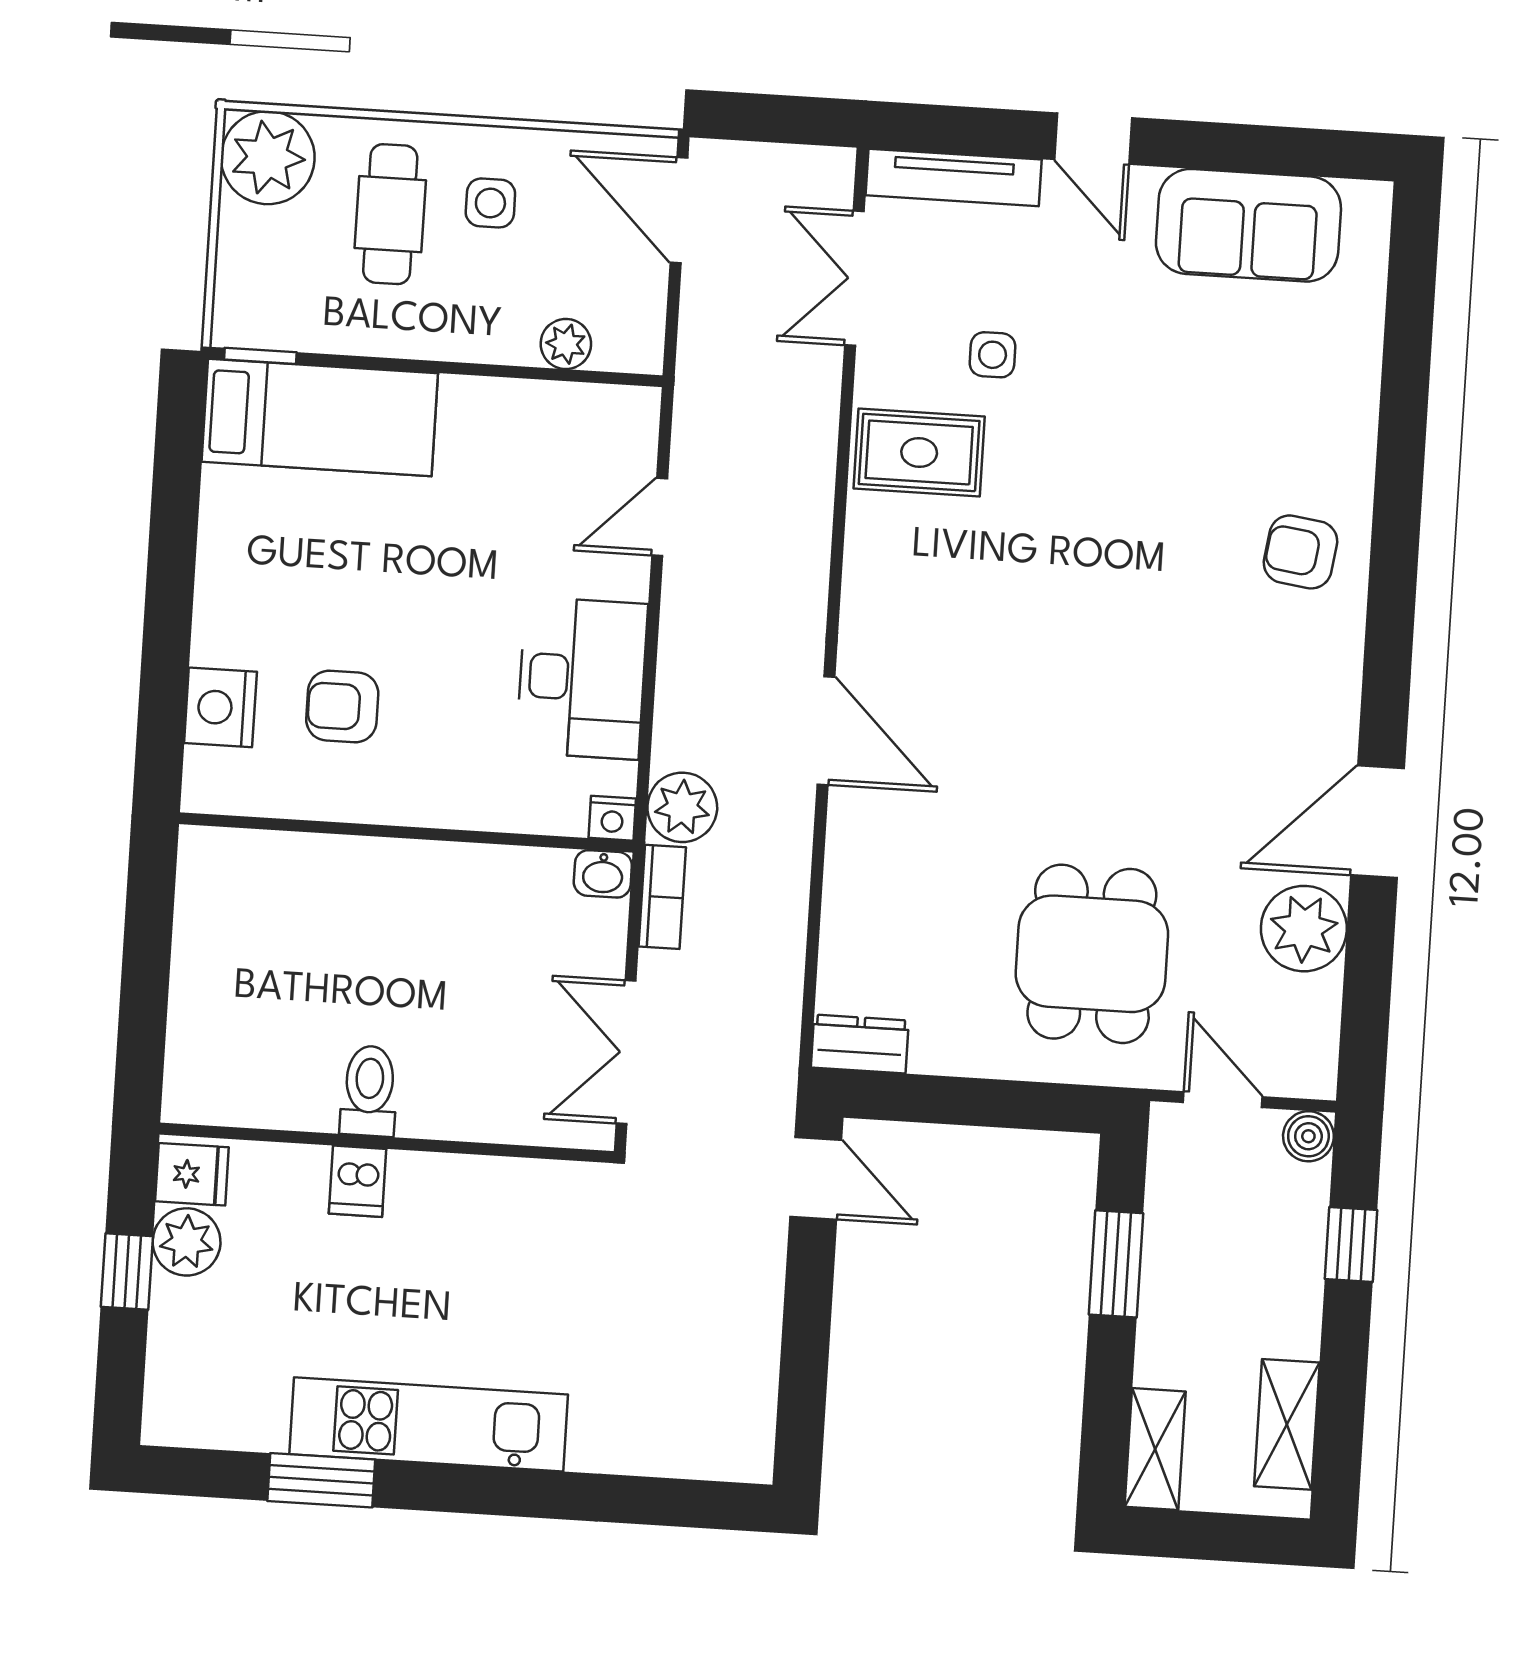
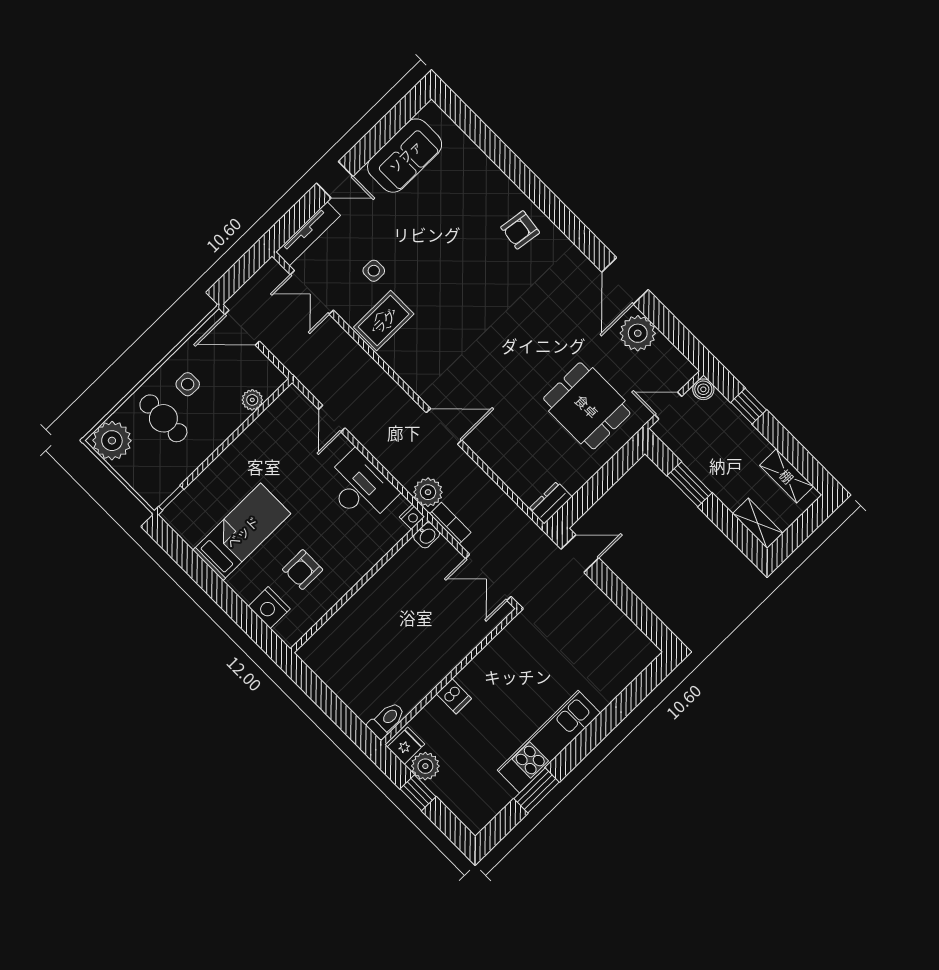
bed: (320, 418) -> (242, 532), moved
toilet: (369, 1091) -> (386, 720), moved, turned 90

